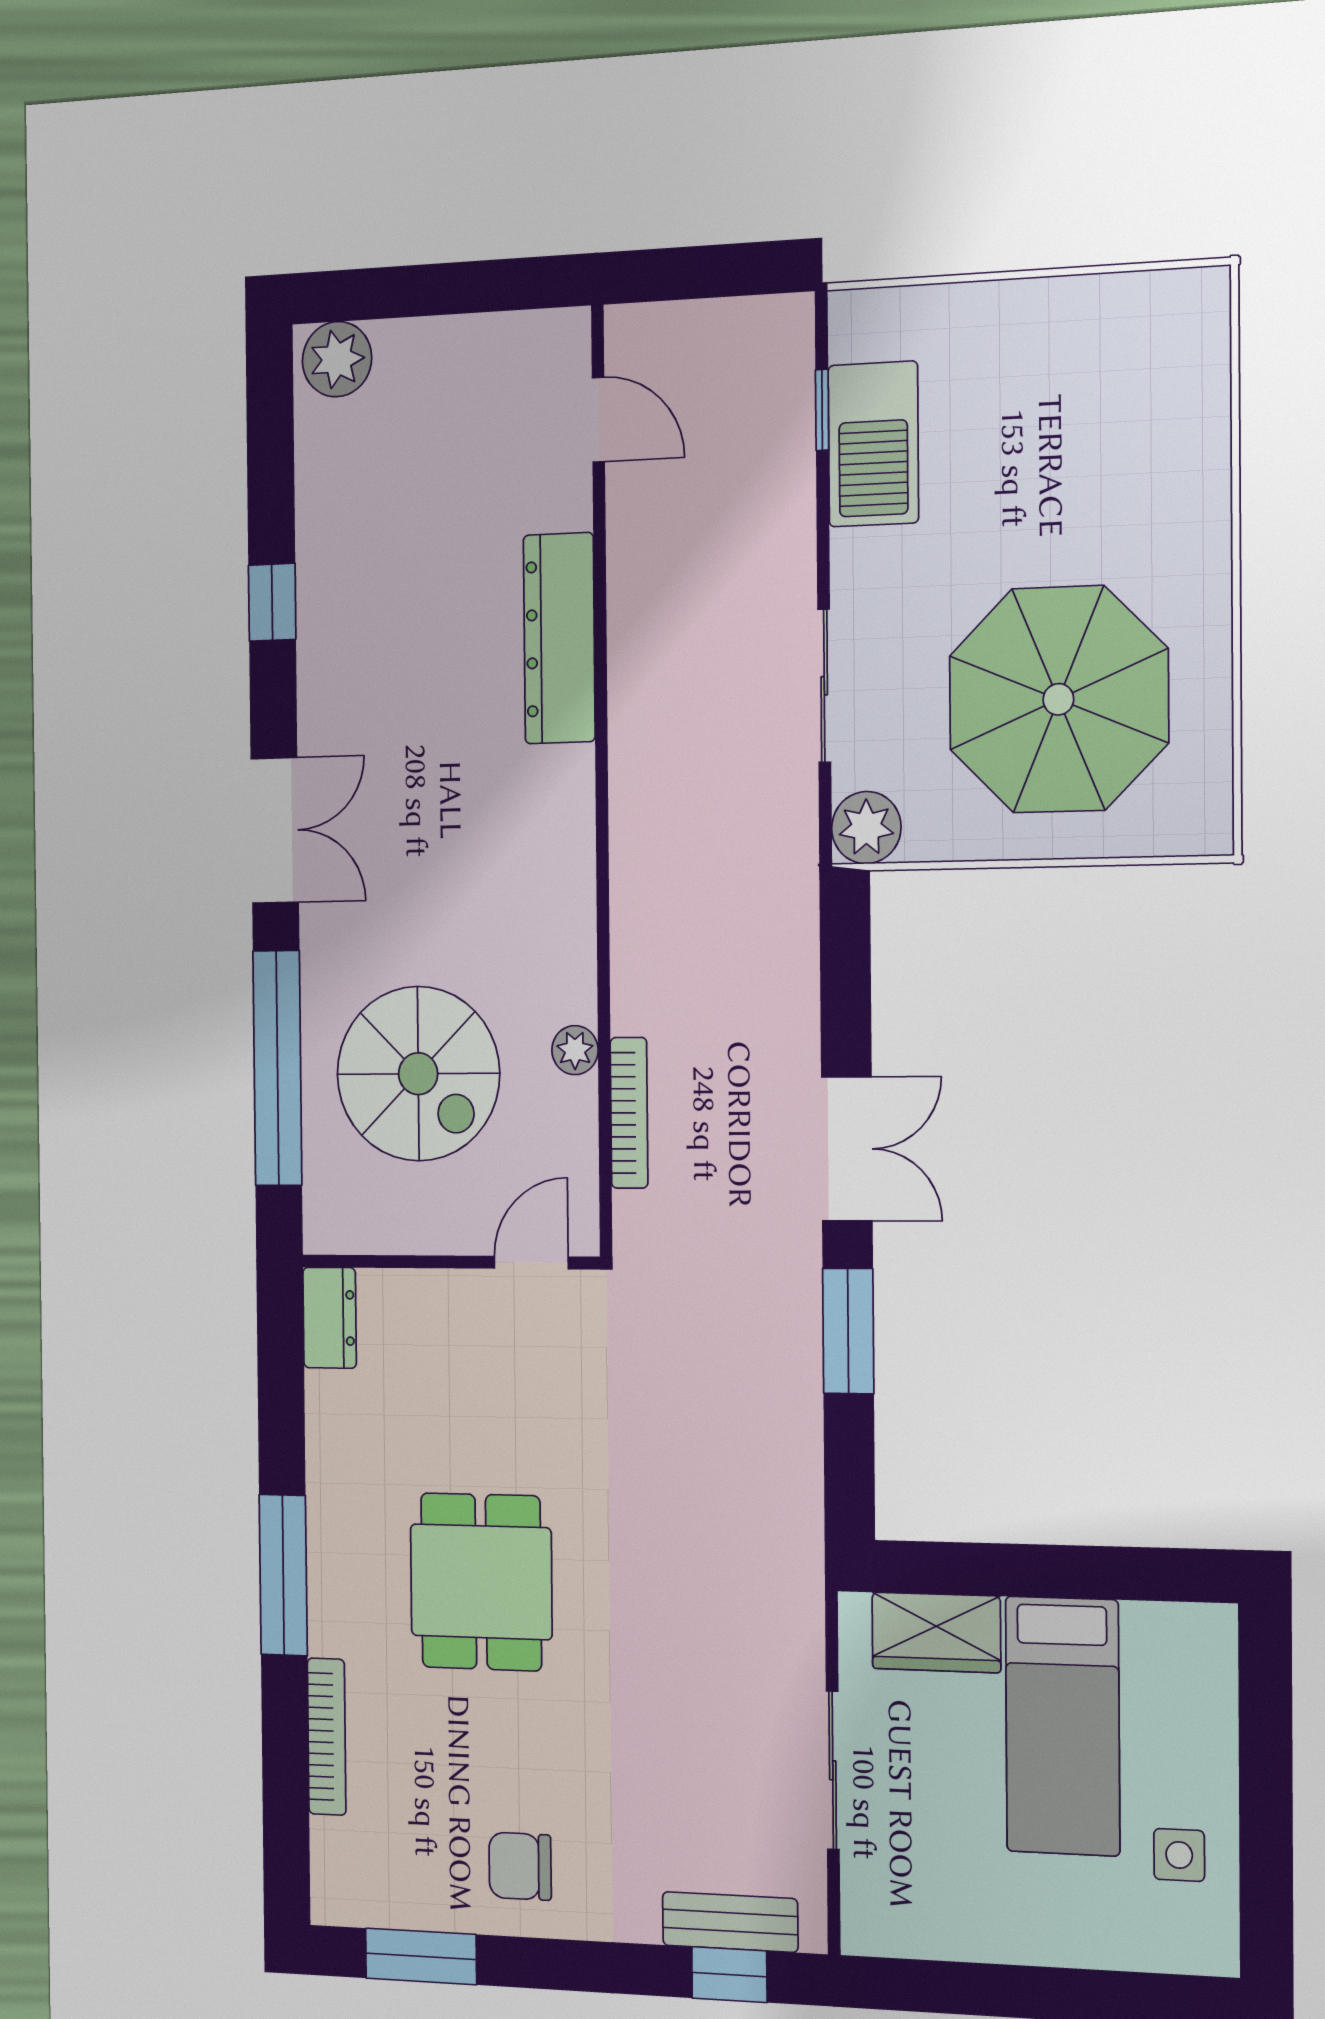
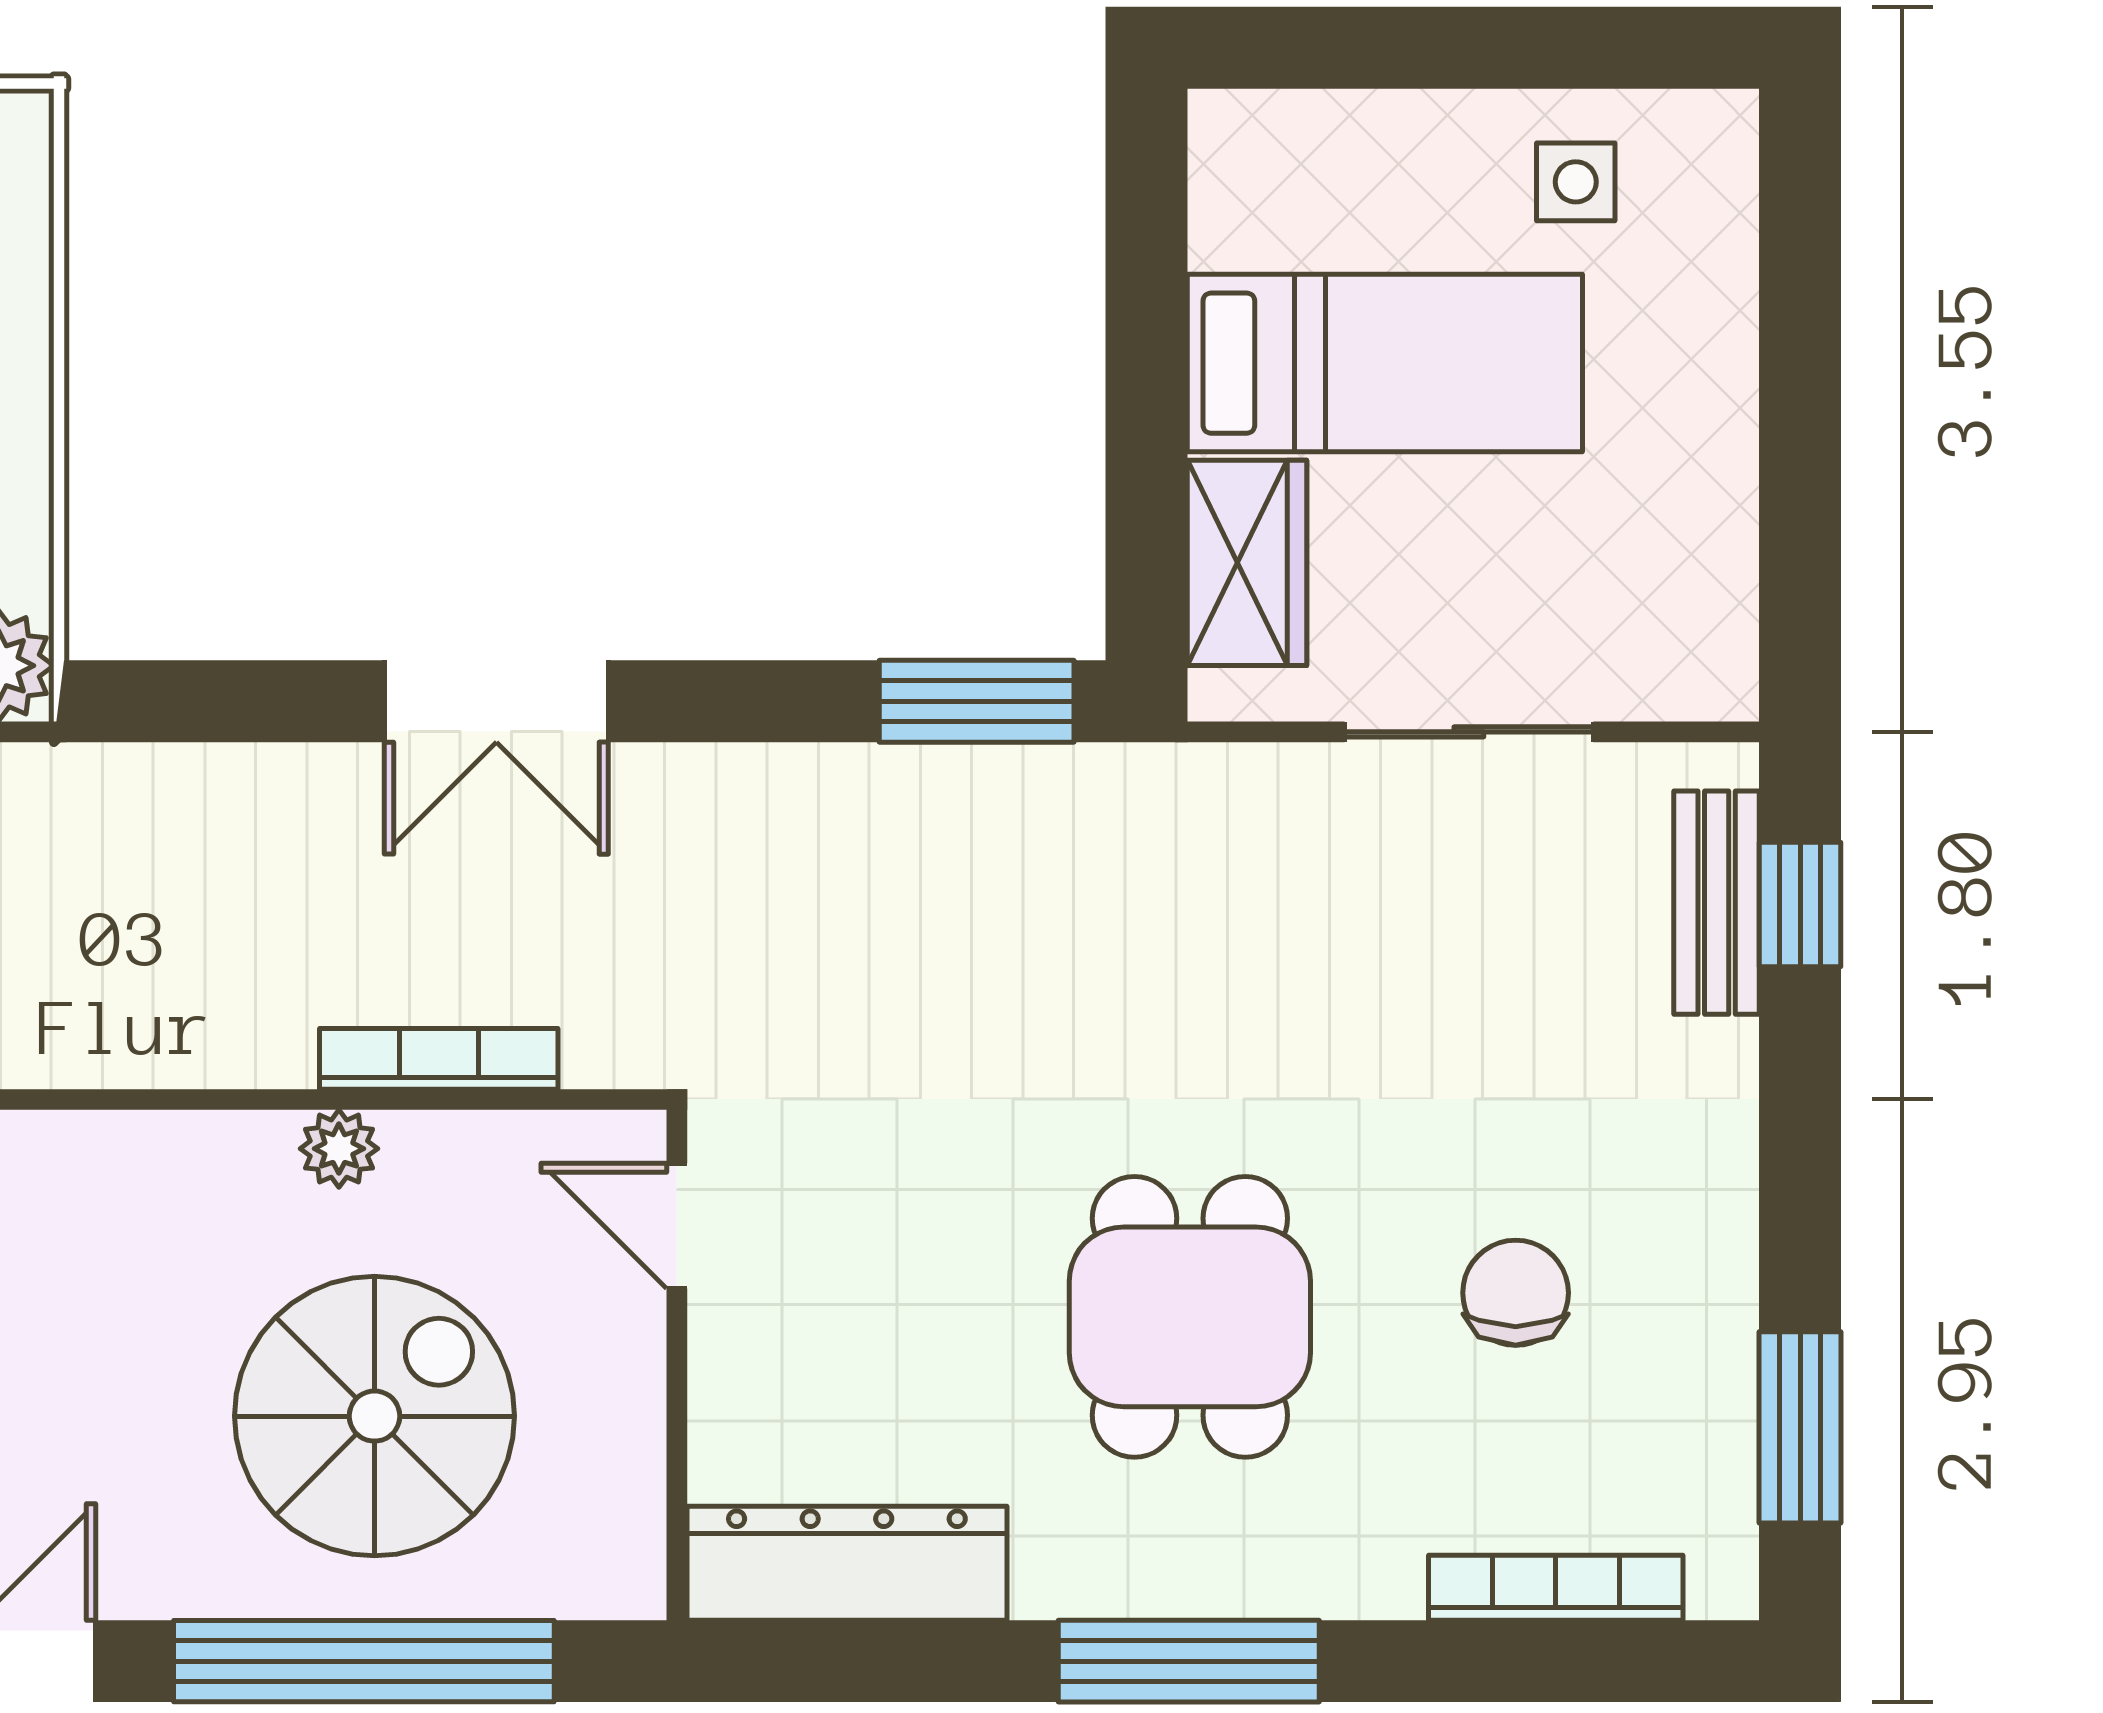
double door: (847, 1149) -> (496, 701), swing flipped
dresser: (330, 1318) -> (847, 1563), width x1.96, depth x1.24
window: (848, 1331) -> (977, 701), moved
dining table: (481, 1582) -> (1190, 1317), turned 90
bookcase: (327, 1737) -> (1556, 1588), moved
chair: (520, 1866) -> (1516, 1293), moved, turned 180

